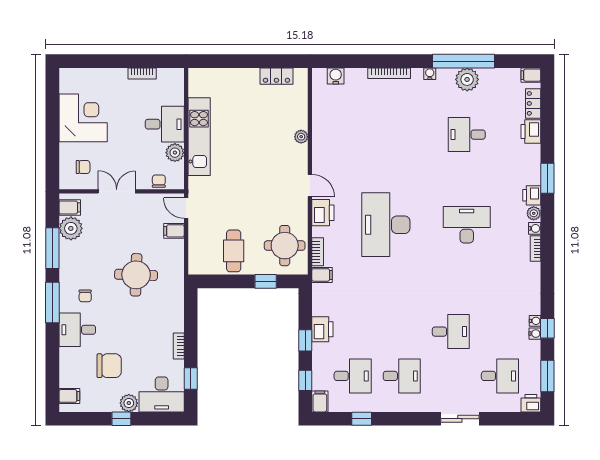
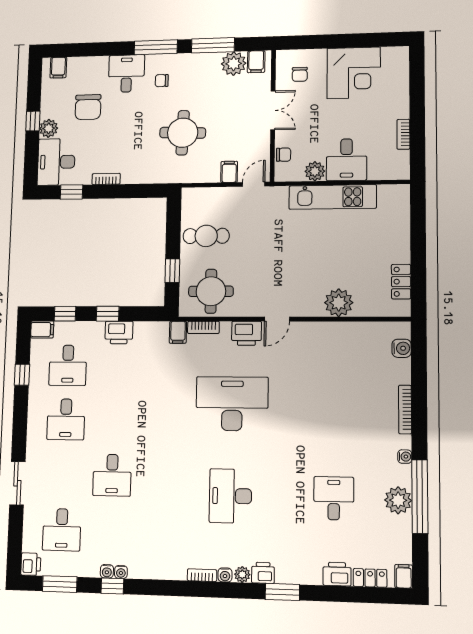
plant: (301, 137) -> (339, 303), width x1.88, depth x1.88
desk: (467, 225) -> (230, 496), turned 180

